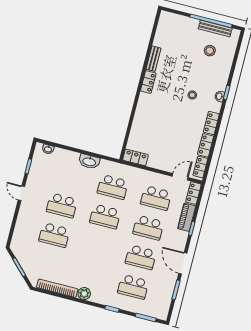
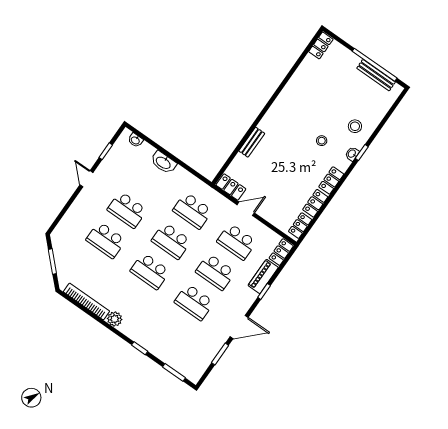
stool: (210, 51) -> (355, 126), moved
bench: (153, 59) -> (252, 142), moved
locker: (148, 82) -> (321, 45), moved
washbasin: (89, 162) -> (163, 162), moved
door: (180, 177) -> (246, 209), moved
door: (183, 263) -> (239, 327), swing flipped
school desk: (133, 287) -> (150, 271), moved

